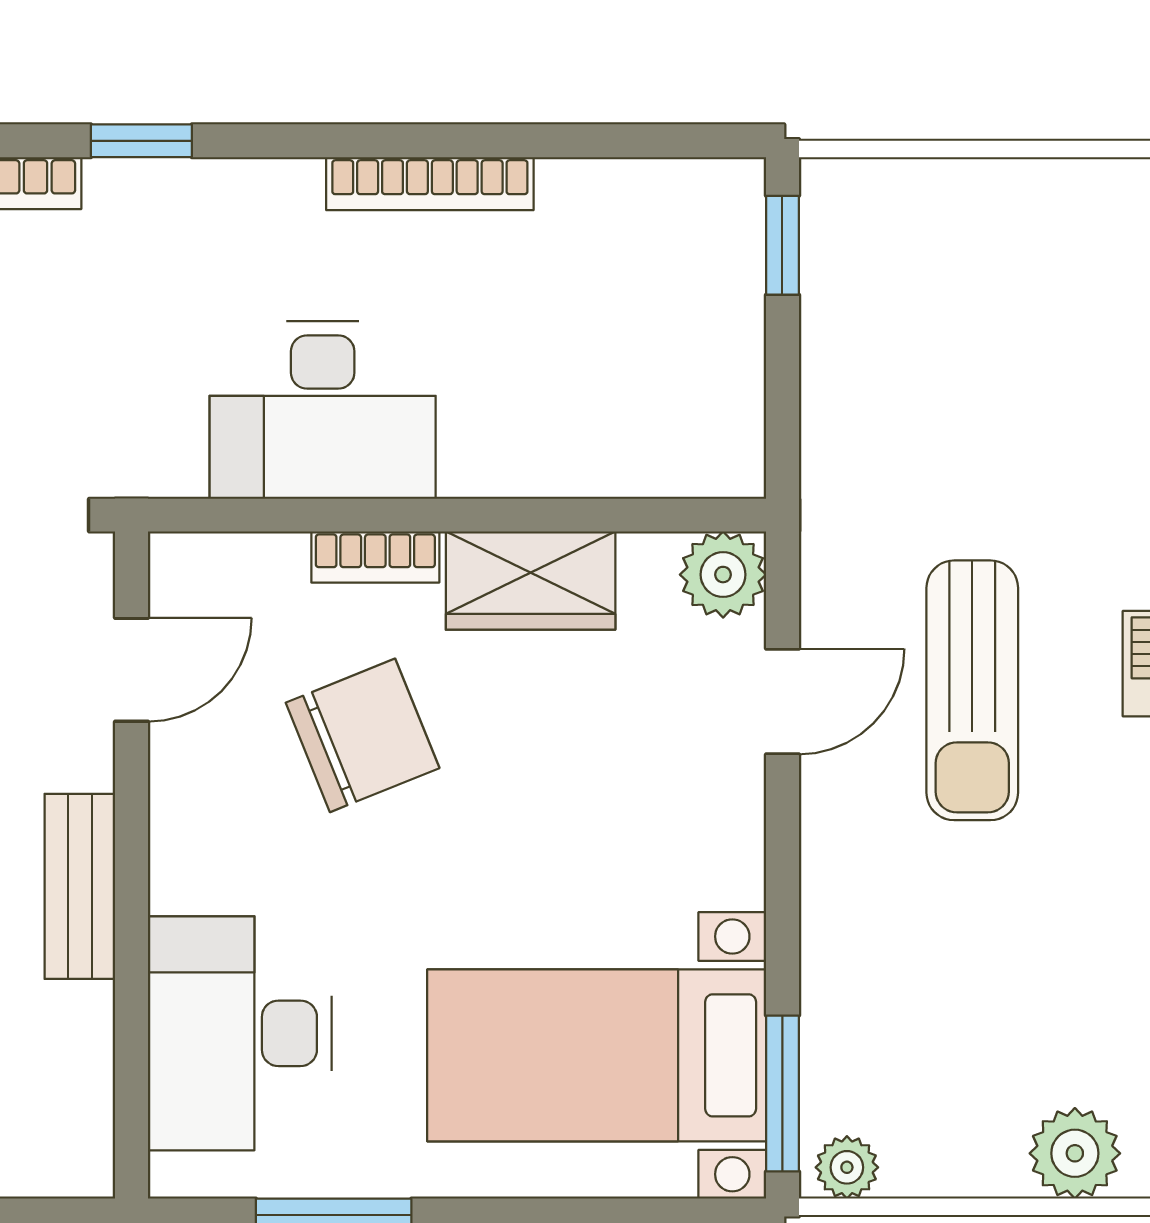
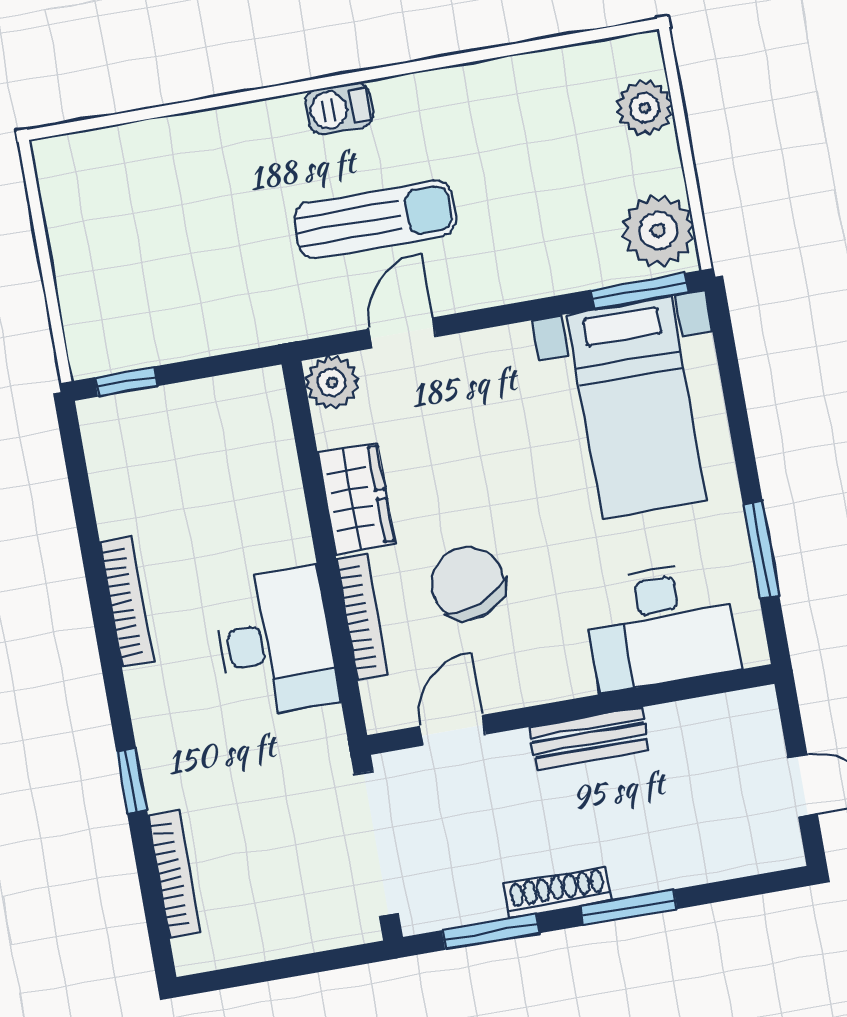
bookcase: (375, 557) -> (362, 617), width x1.56
door: (132, 670) -> (453, 730), hinge flipped
door: (782, 702) -> (403, 333), hinge flipped
plant: (847, 1167) -> (658, 231), width x1.87, depth x1.87

